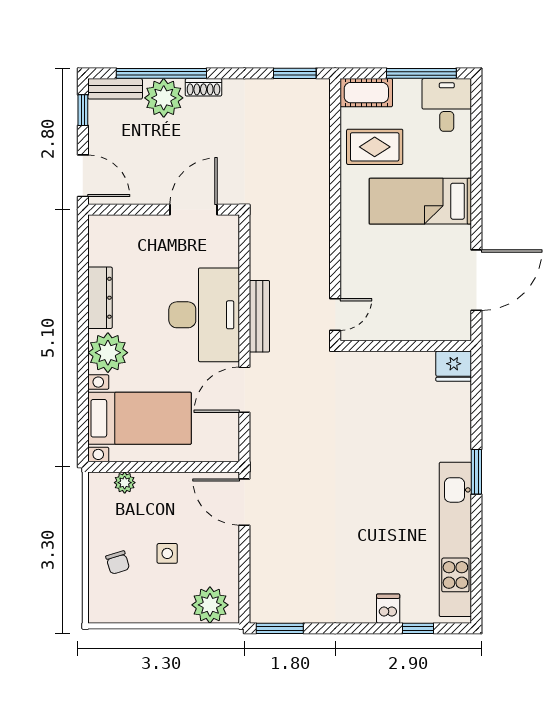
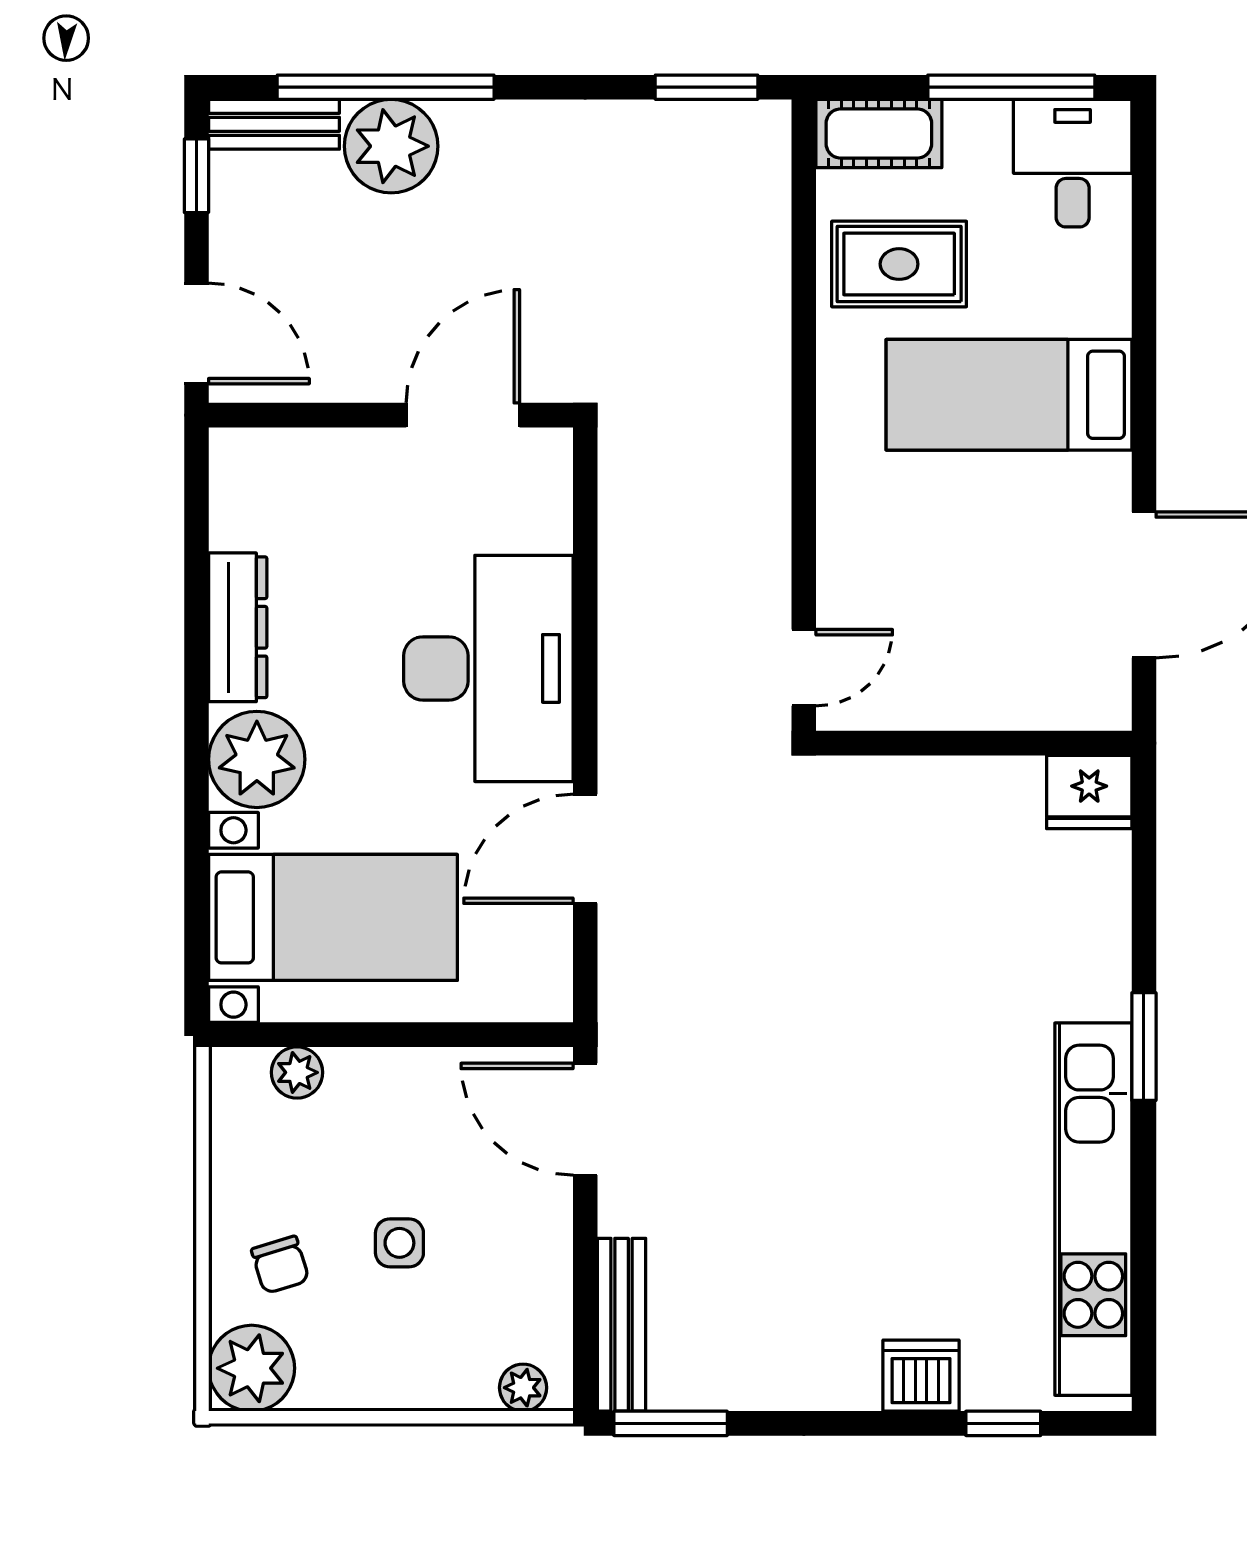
shoe rack: (203, 87) -> (487, 121), removed
bench: (259, 316) -> (622, 1325), moved
plant: (106, 605) -> (252, 1368), added
plant: (210, 605) -> (523, 1388), width x0.53, depth x0.53
dishwasher: (388, 609) -> (921, 1376), width x1.38

